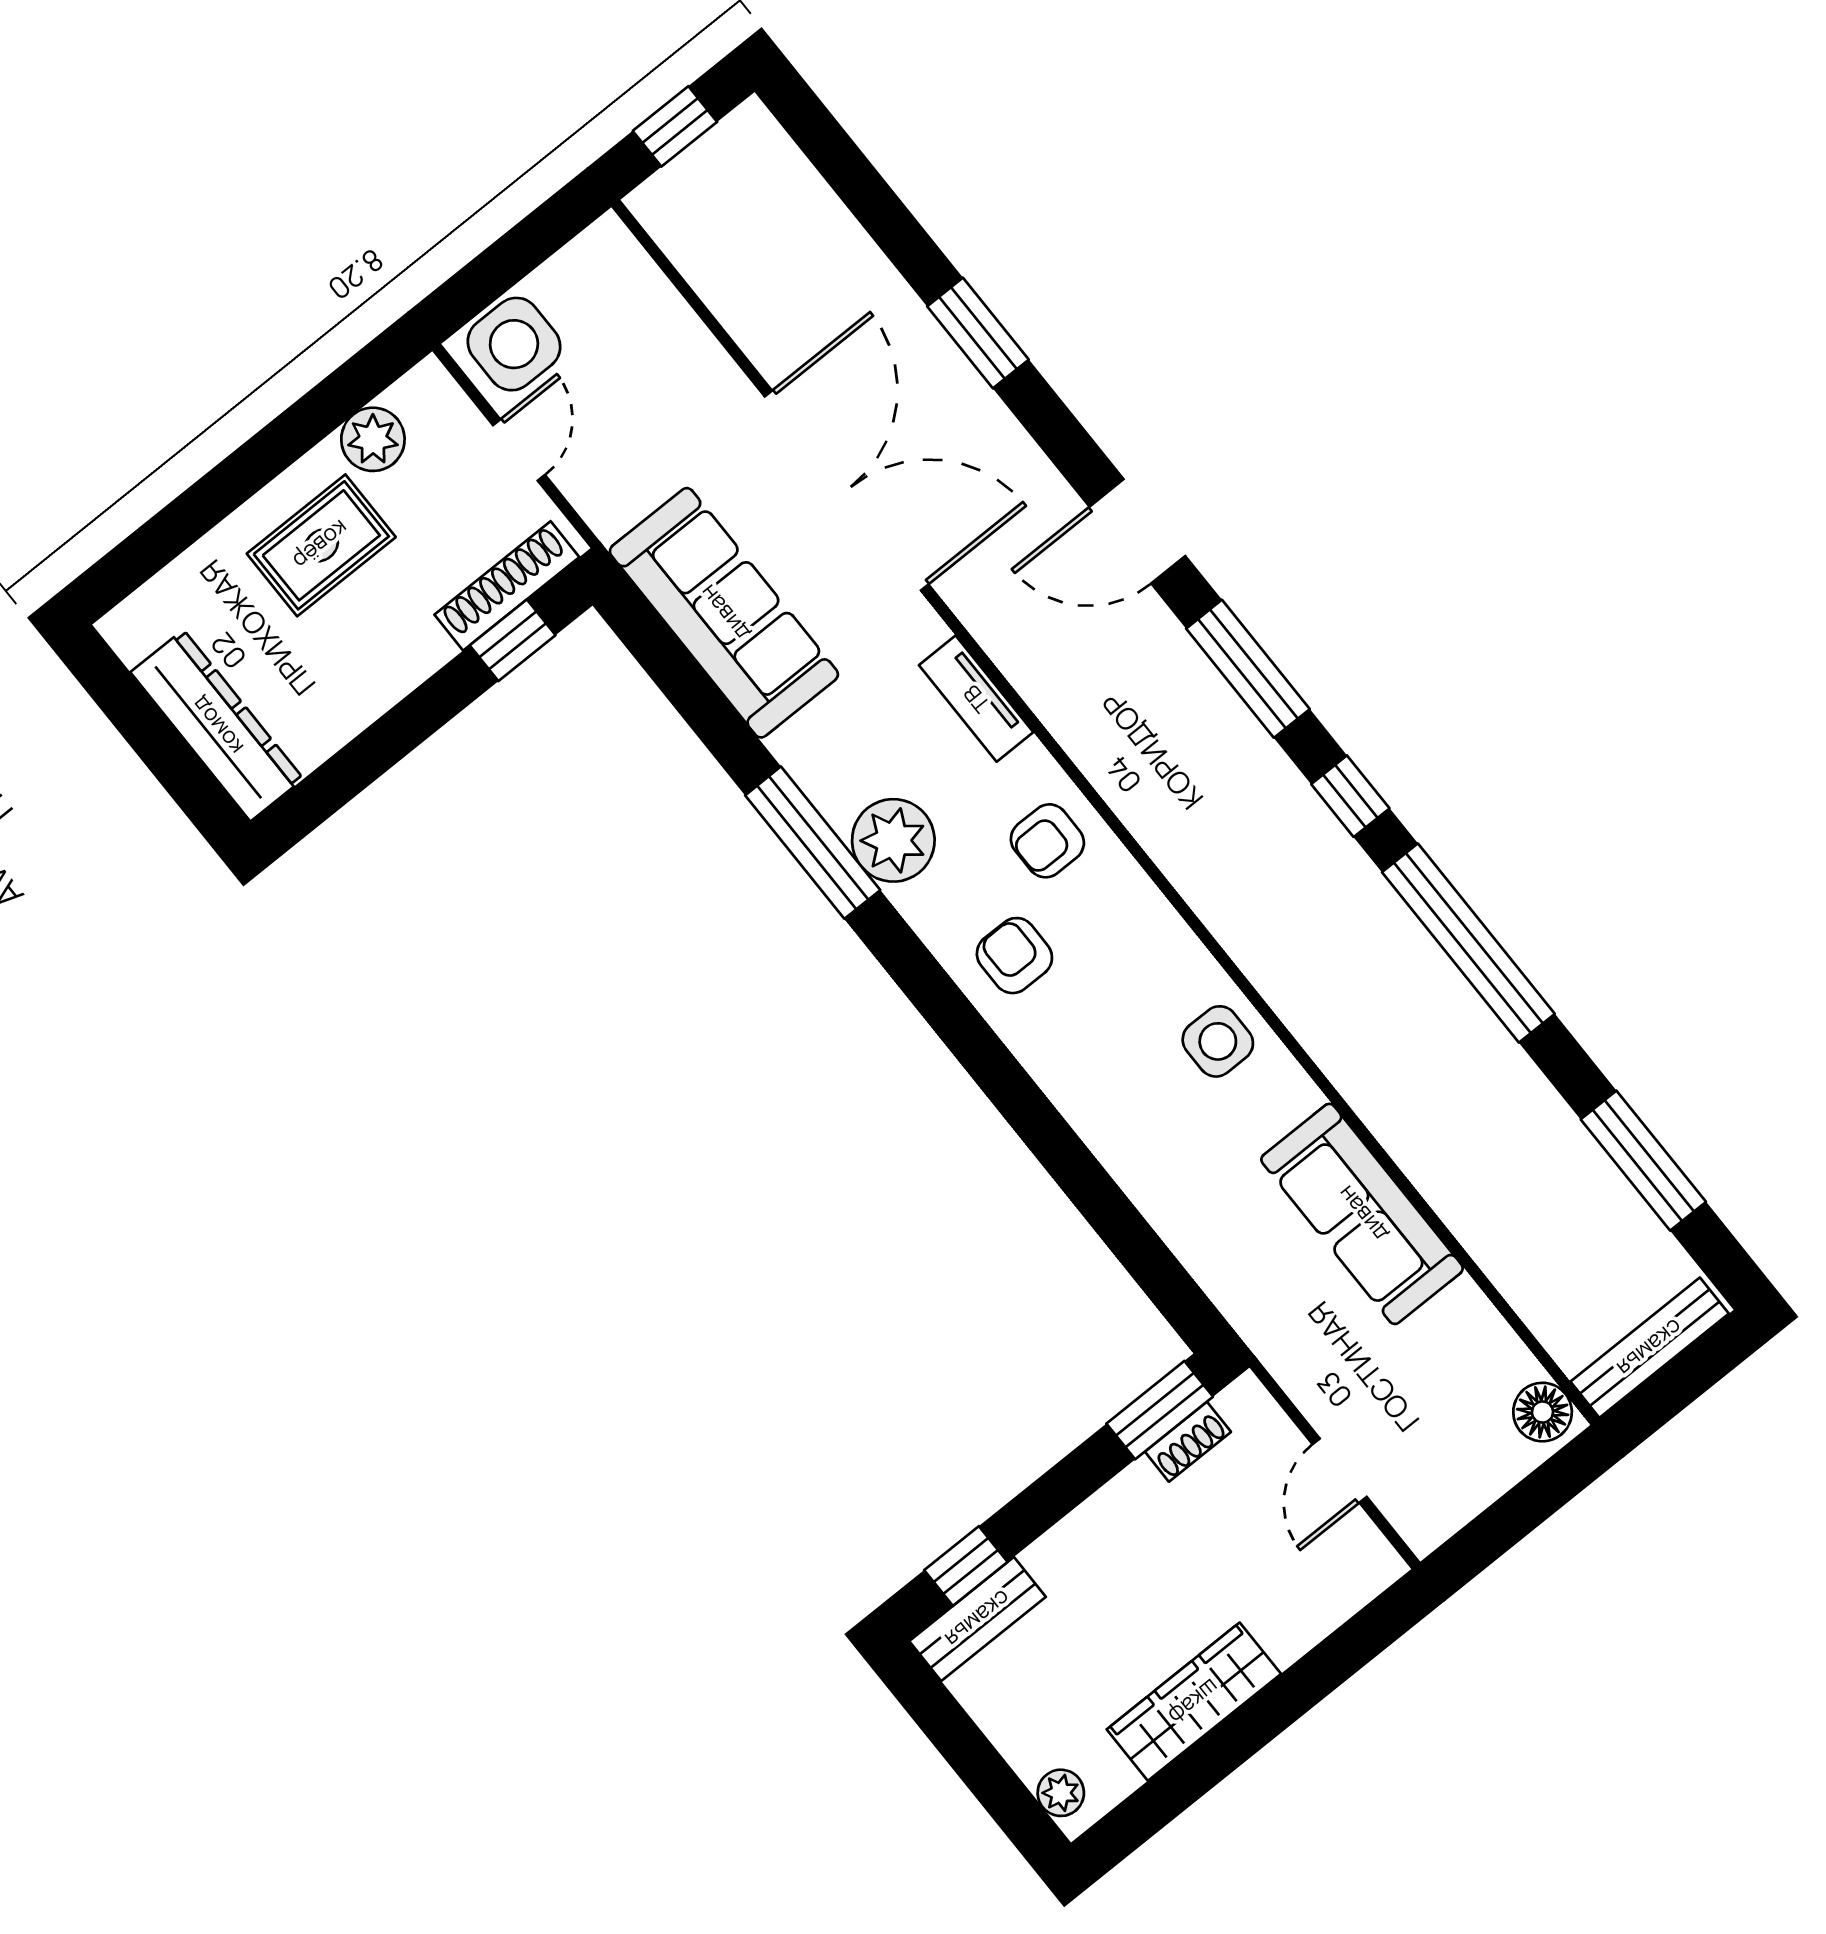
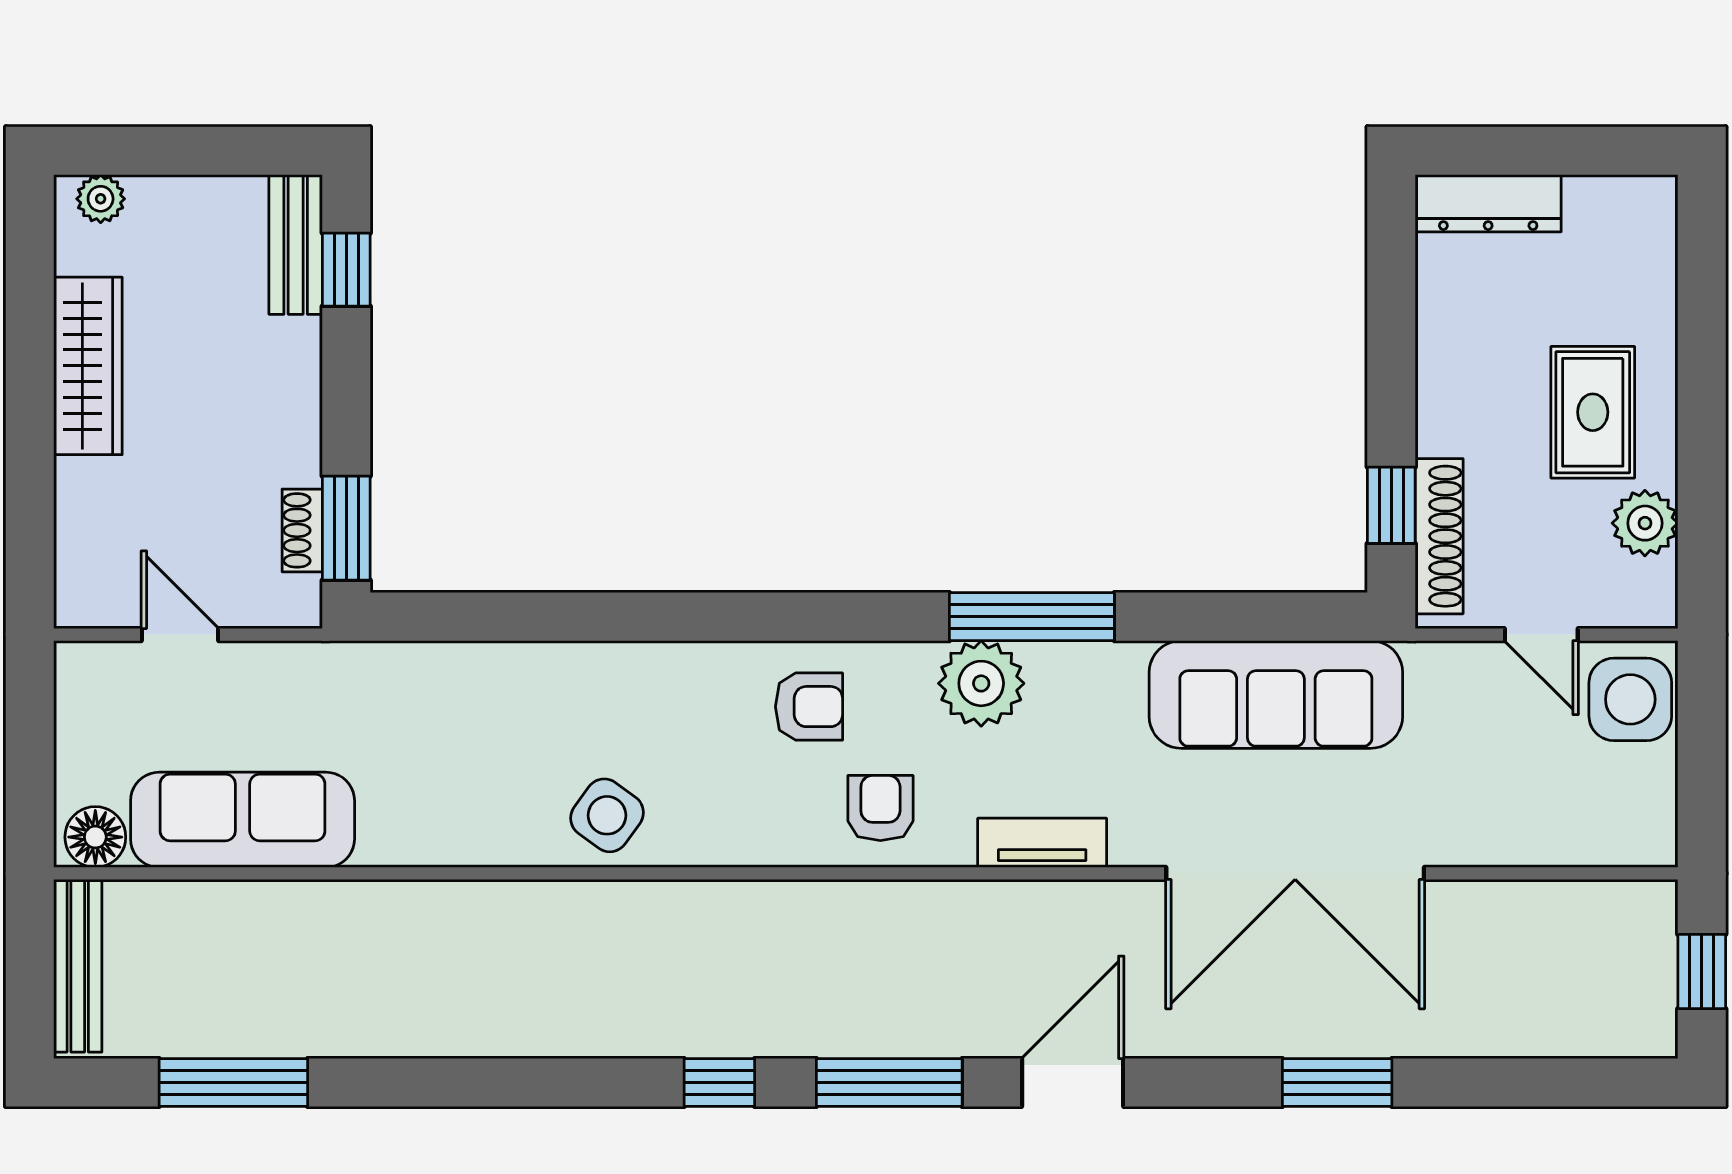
dresser: (217, 726) -> (1488, 203), width x0.73, depth x0.80
window: (1468, 943) -> (524, 1082), removed
side table: (1218, 1041) -> (607, 815), turned 36
sofa: (1362, 1214) -> (243, 820), moved

